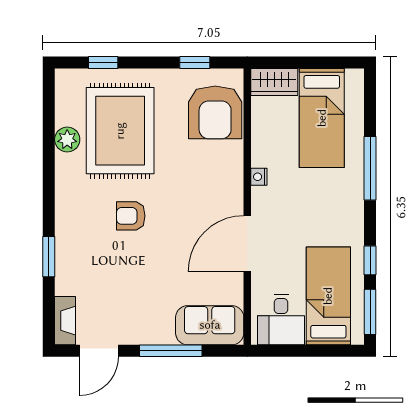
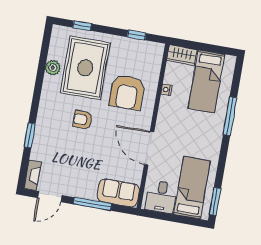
armchair: (215, 112) -> (127, 92), moved
nightstand: (259, 177) -> (166, 90), moved
door: (247, 244) -> (149, 148), hinge flipped
window: (370, 260) -> (220, 171), removed

